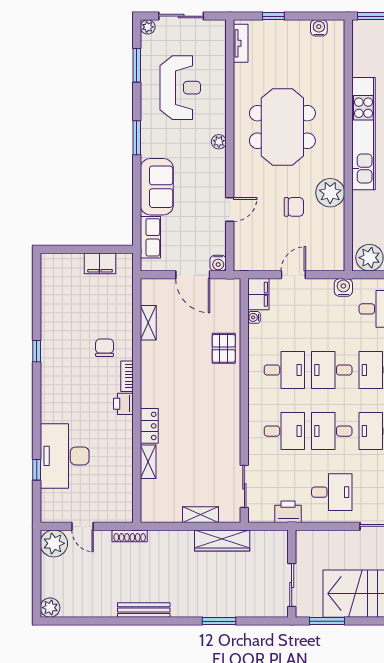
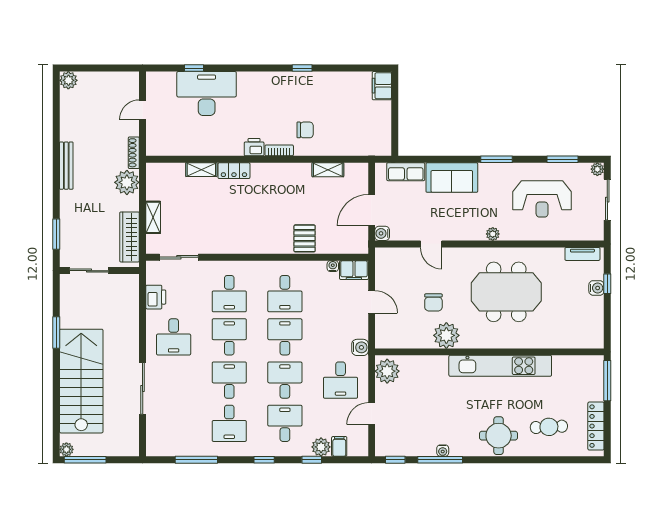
water cooler: (319, 28) -> (596, 288), moved
filing cabinet: (100, 263) -> (382, 86), moved
pallet: (224, 348) -> (305, 238), turned 90
plant: (54, 543) -> (127, 182), moved
wall: (292, 574) -> (99, 271), moved
sliding door: (292, 585) -> (89, 271), moved

